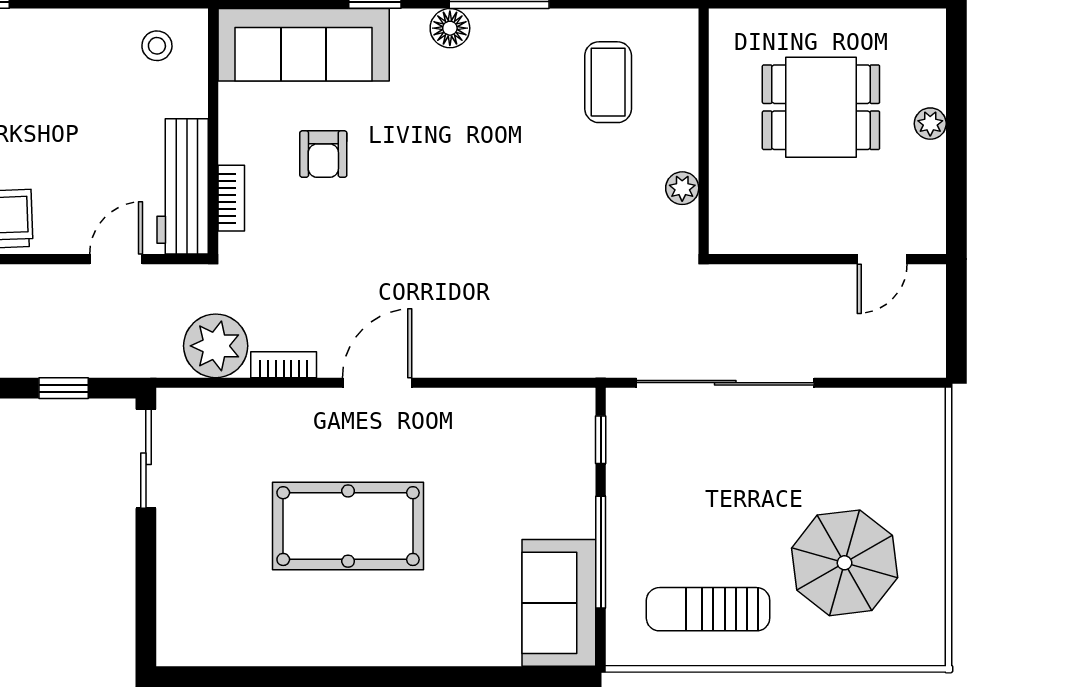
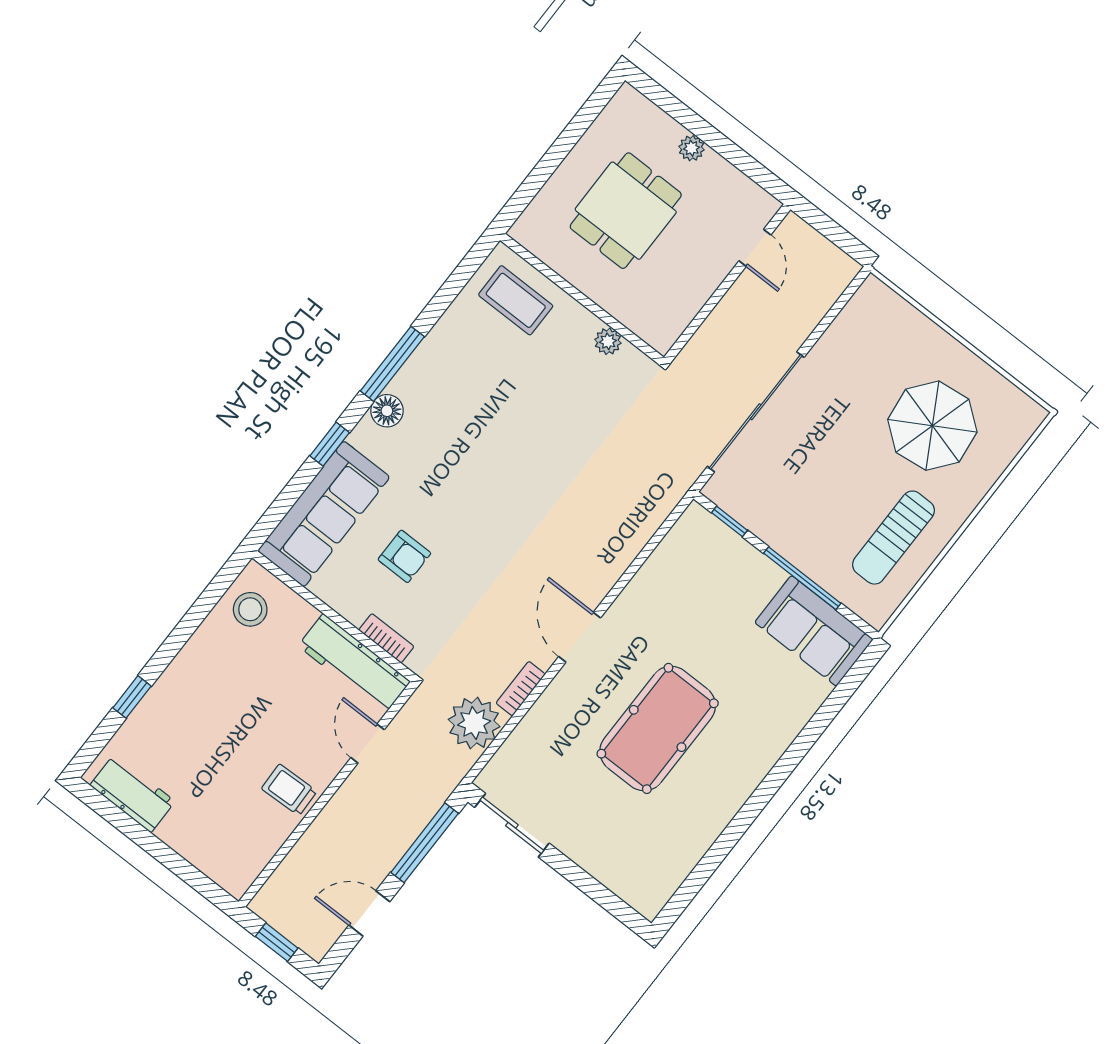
stool: (157, 46) -> (250, 609), width x1.37, depth x1.37
coffee table: (608, 82) -> (516, 300), moved
window: (64, 388) -> (425, 843), width x2.17

